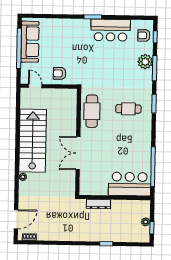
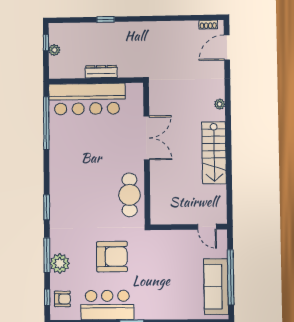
armchair: (60, 73) -> (112, 257), moved, width x1.88, depth x1.88
cafe table: (128, 109) -> (81, 199), removed
stairs: (33, 141) -> (214, 153), width x0.73, depth x0.66
bar counter: (130, 184) -> (87, 99), width x1.36
dresser: (98, 204) -> (101, 72), moved

